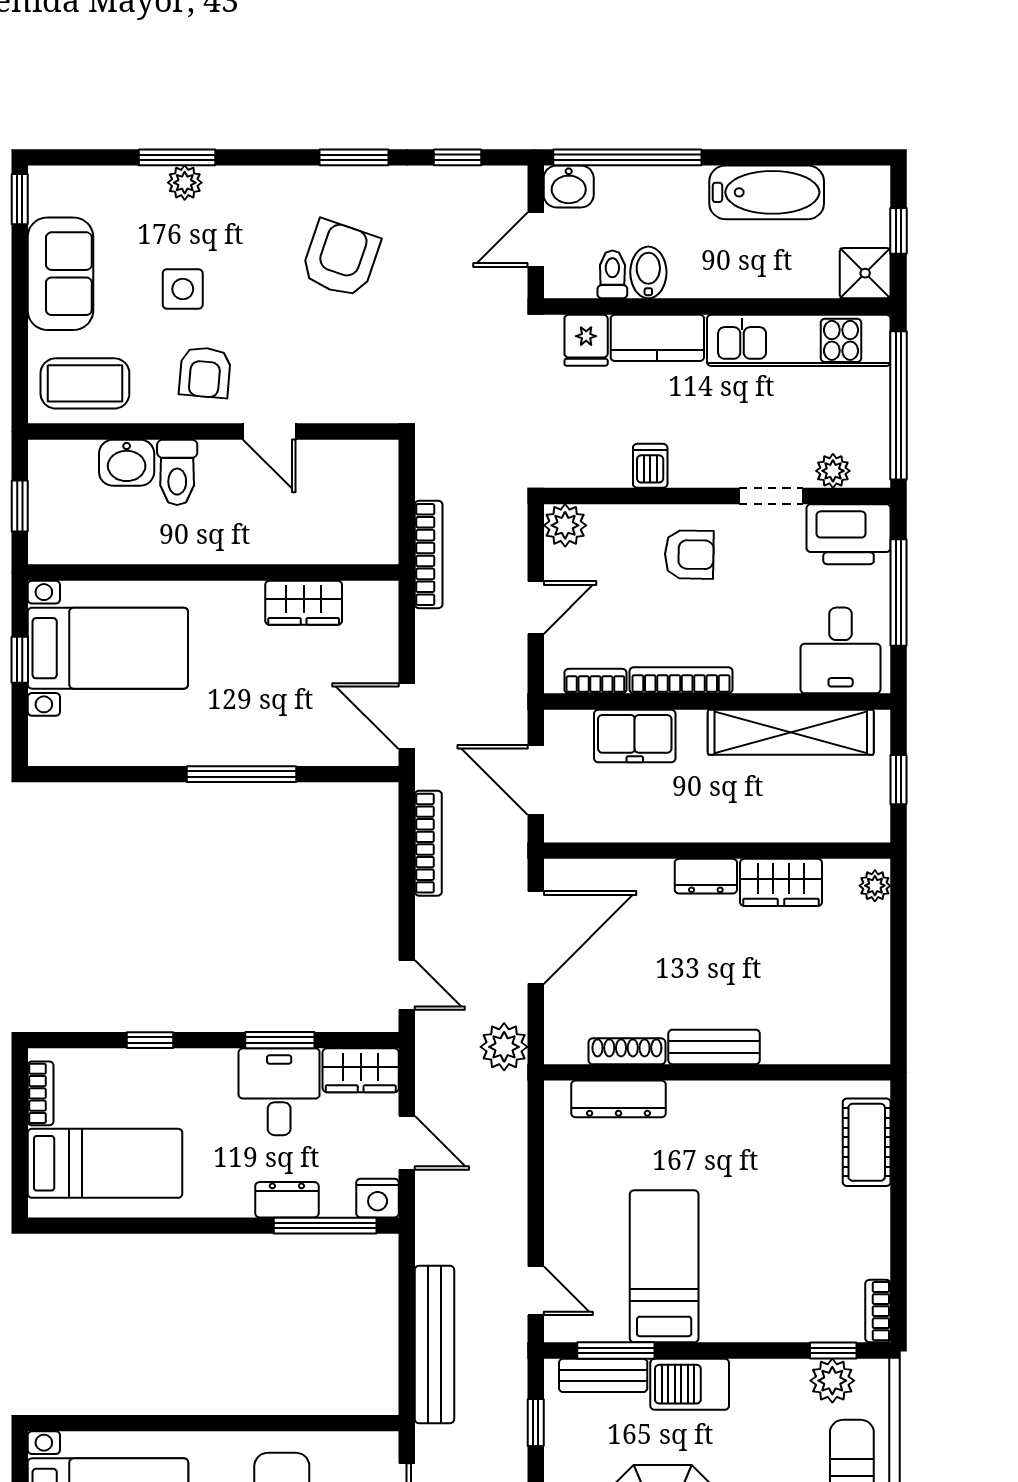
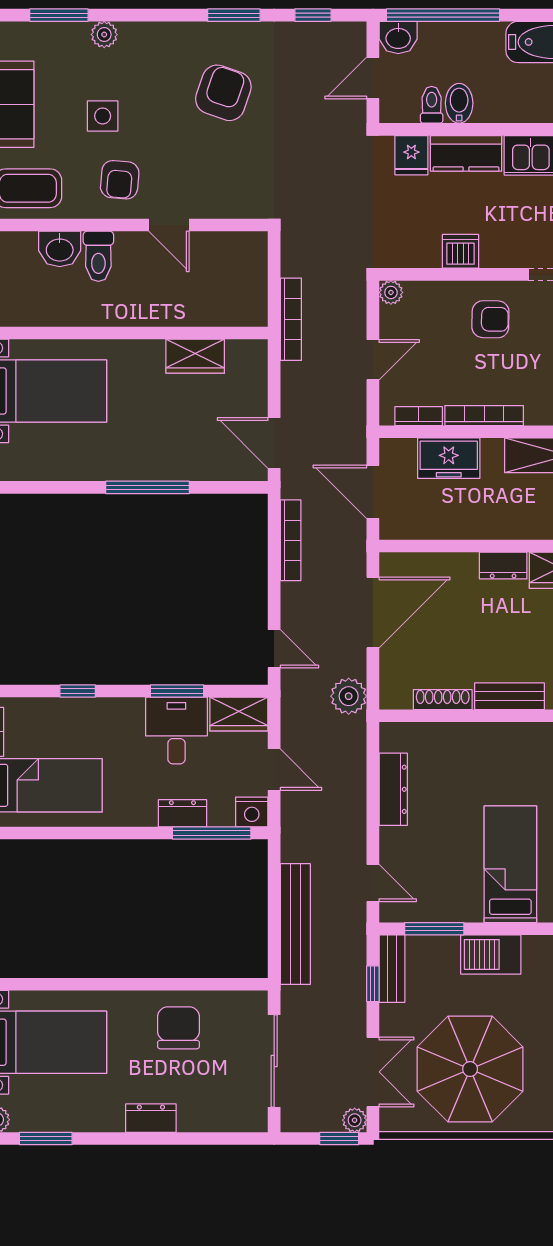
window: (177, 157) -> (59, 15), moved
dishwasher: (650, 466) -> (460, 251), width x1.38
plant: (565, 525) -> (391, 292), width x0.73, depth x0.73
dresser: (618, 1099) -> (393, 789), moved, turned -90
bed: (664, 1266) -> (510, 864), moved
bench: (603, 1375) -> (392, 969), moved, turned 90

